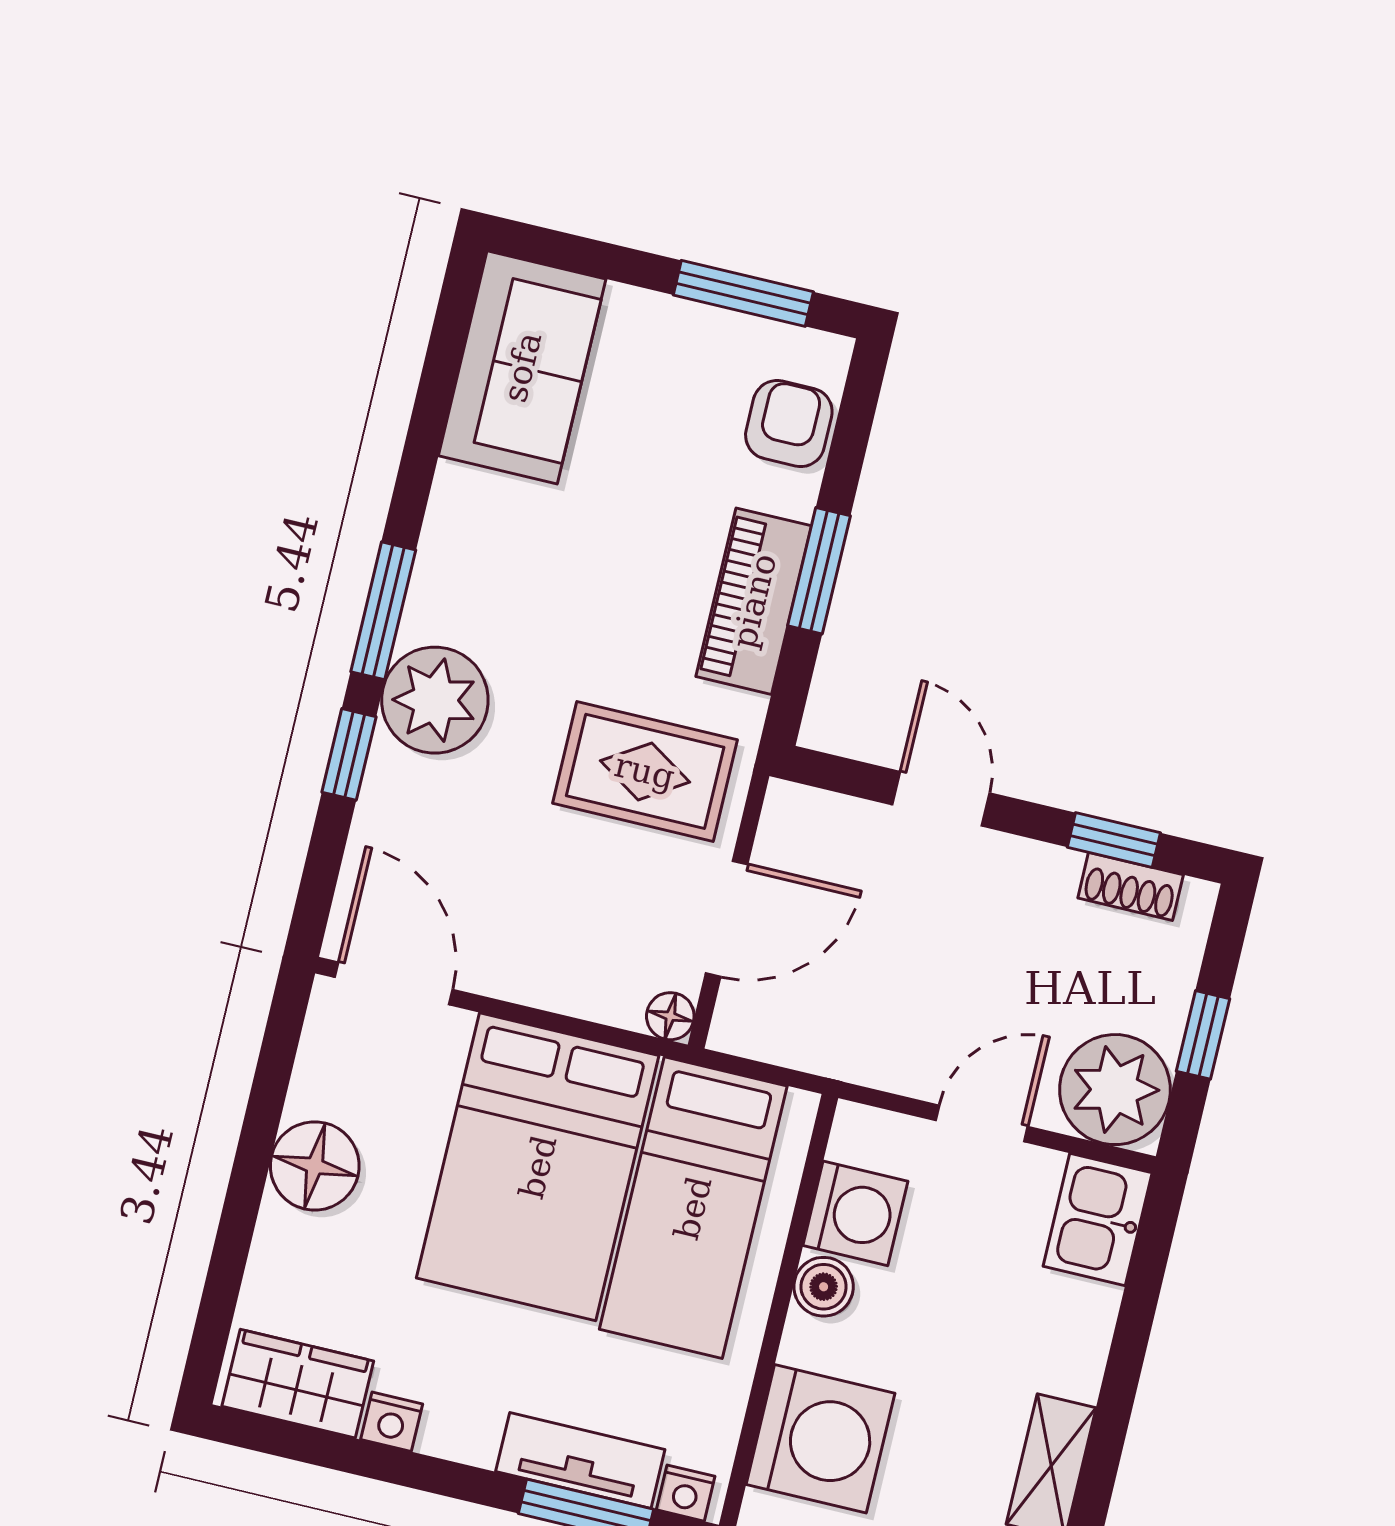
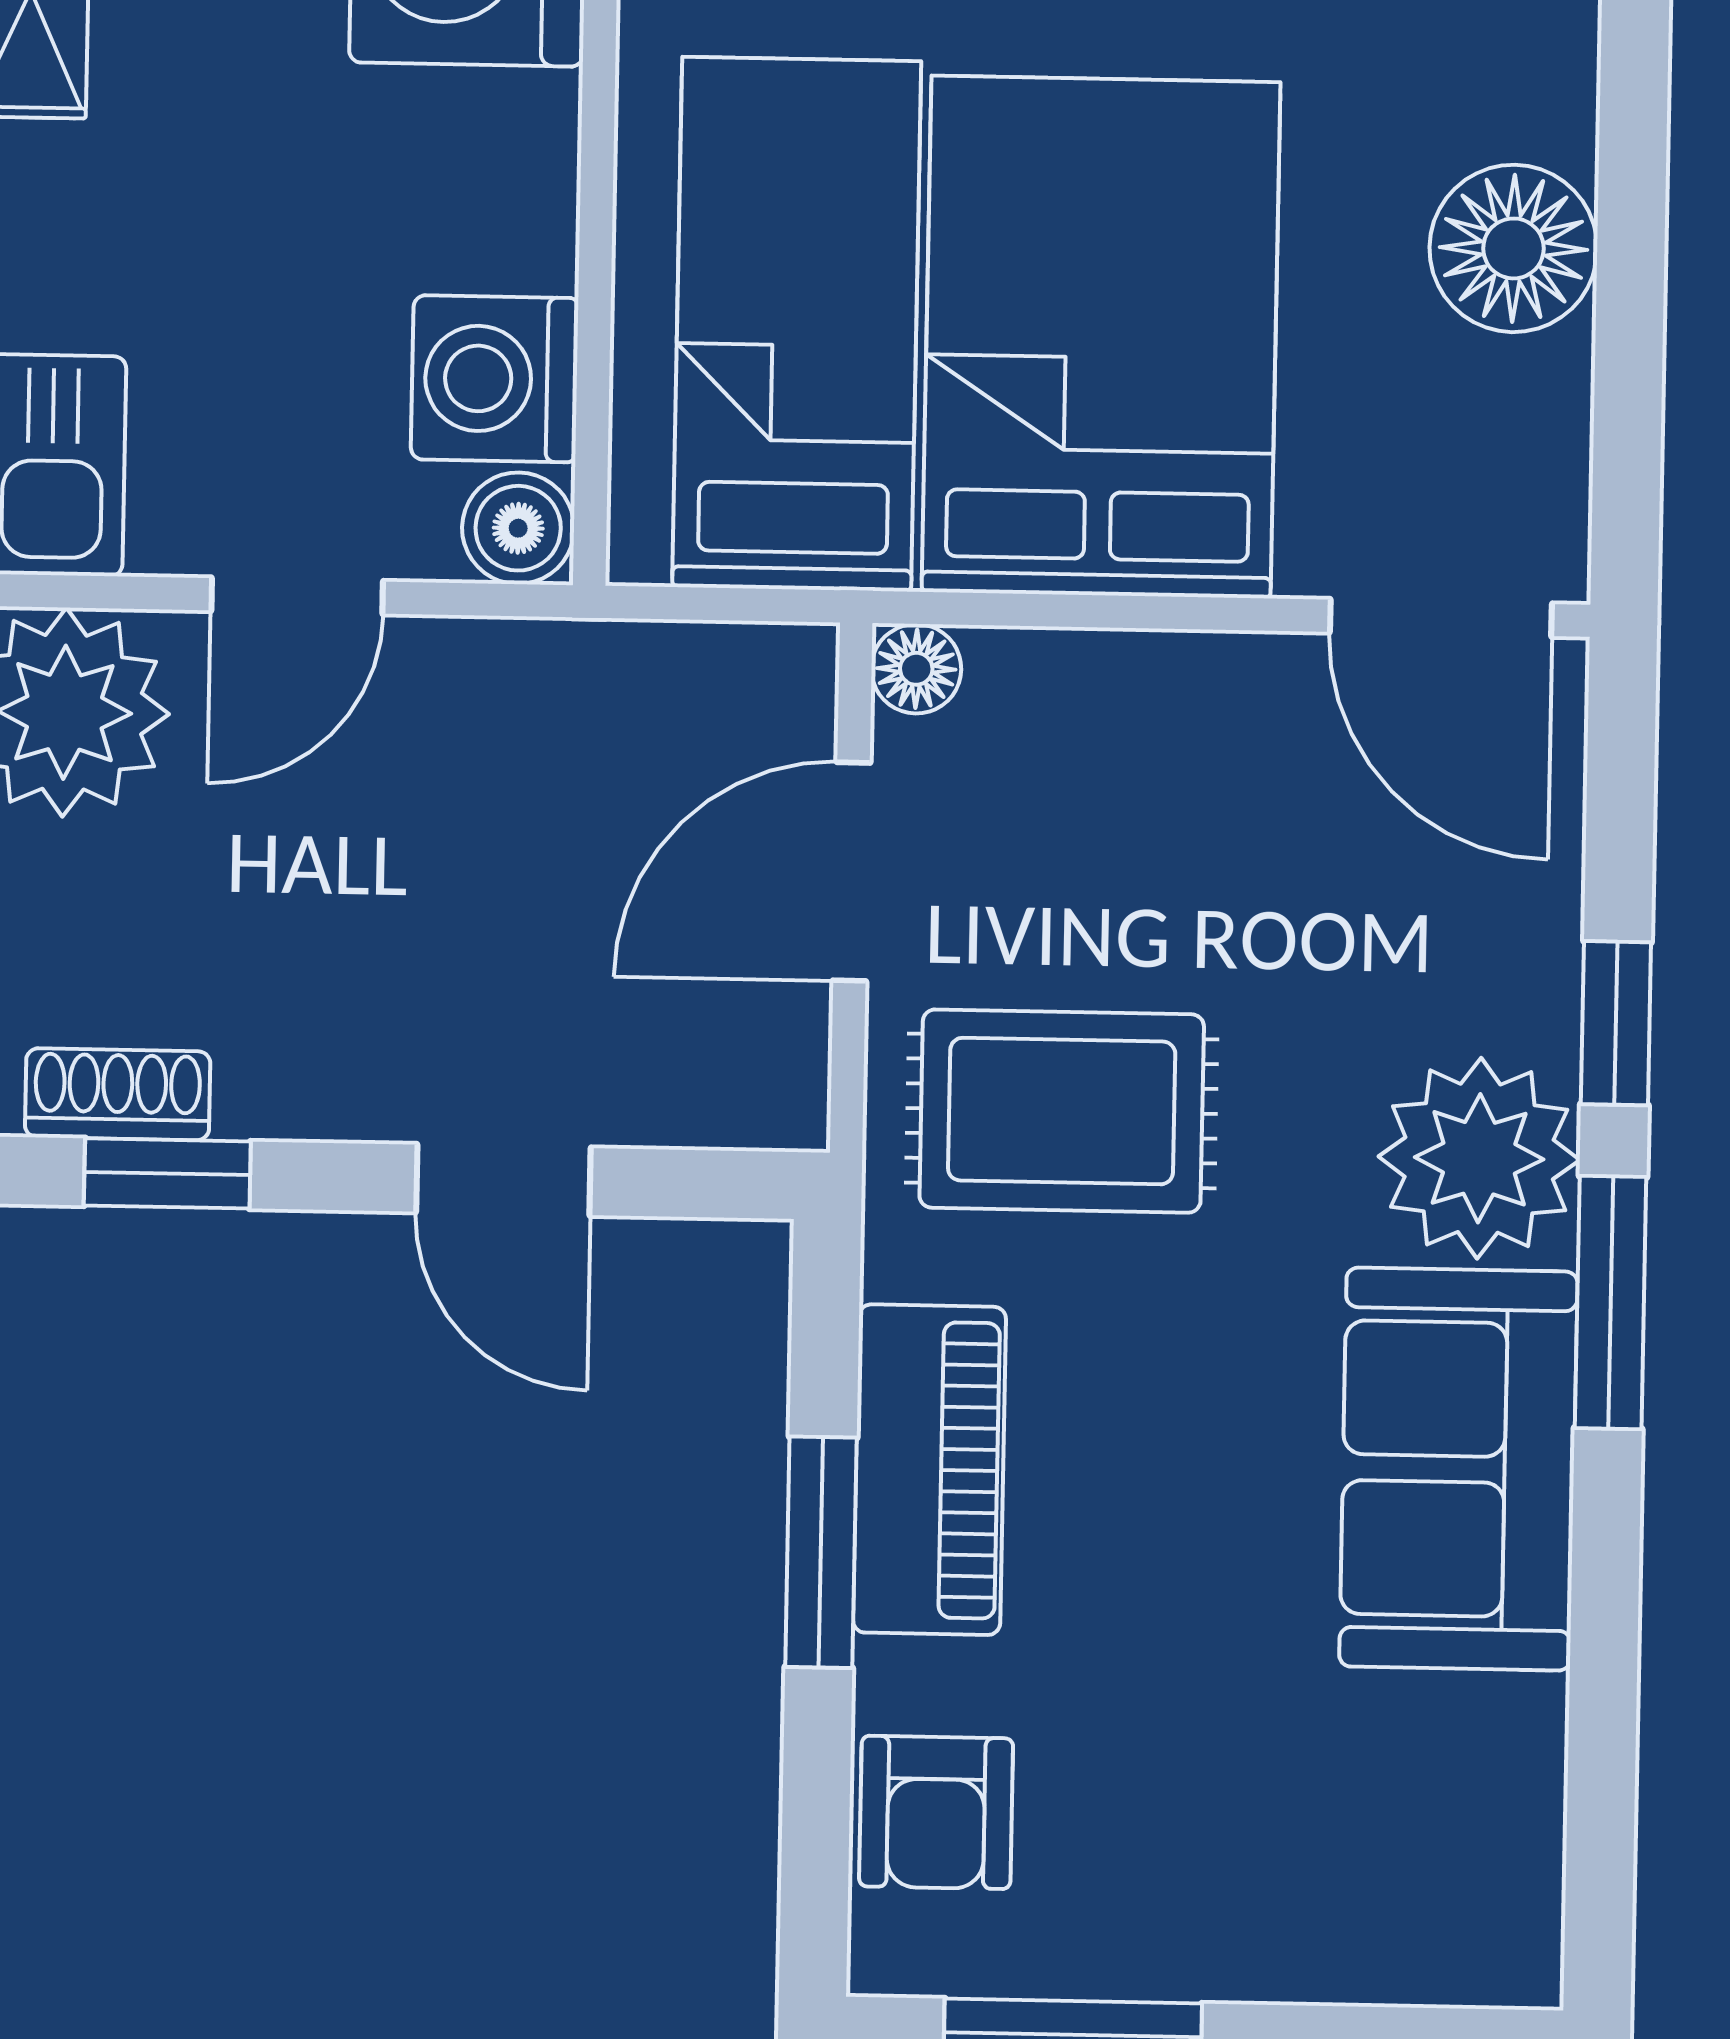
sofa: (522, 367) -> (1458, 1469), moved
boiler: (824, 1287) -> (518, 528), moved

